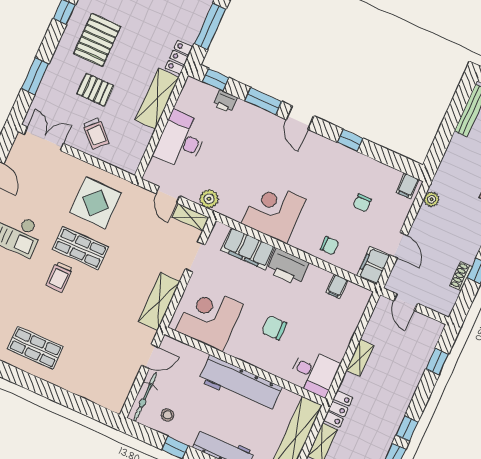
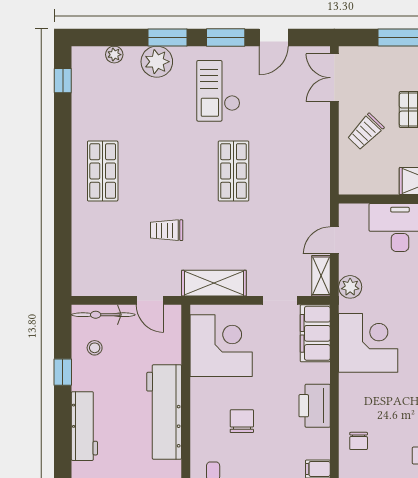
double door: (44, 139) -> (334, 78), swing flipped
display table: (96, 203) -> (290, 165), removed
corner desk: (274, 211) -> (368, 343), moved
filing cabinet: (248, 249) -> (315, 333), moved
trolley: (59, 277) -> (167, 230), moved

